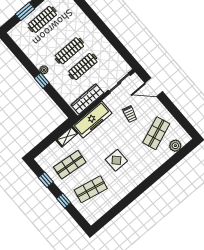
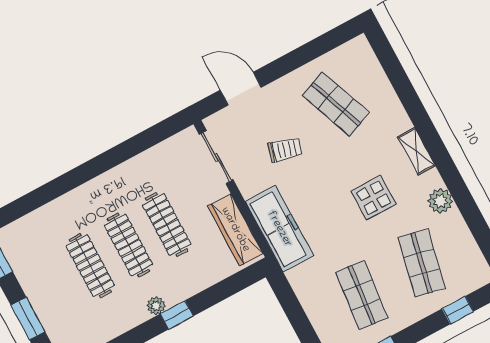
clothes rail: (42, 19) -> (90, 266), moved
door: (154, 87) -> (241, 89), swing flipped
shelving: (67, 137) -> (416, 151), moved
plant: (175, 146) -> (440, 201), moved
window: (64, 201) -> (458, 310), moved

